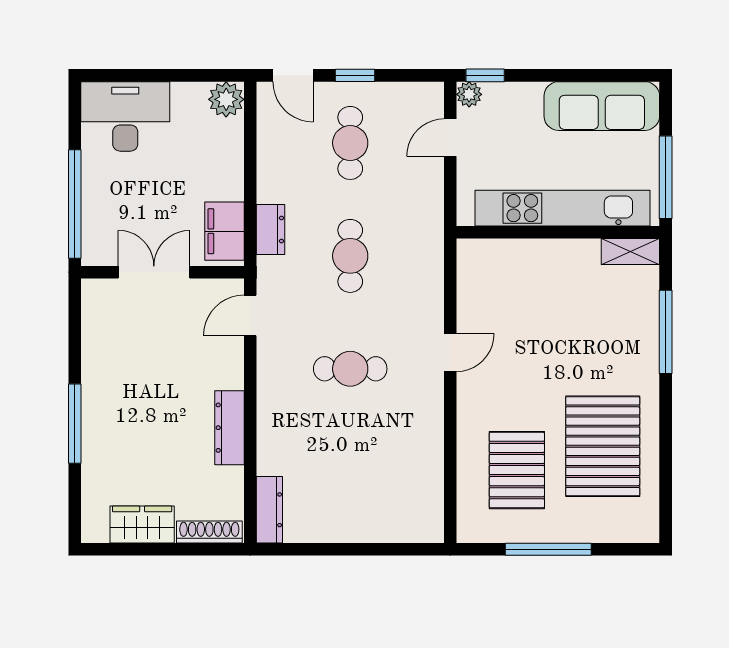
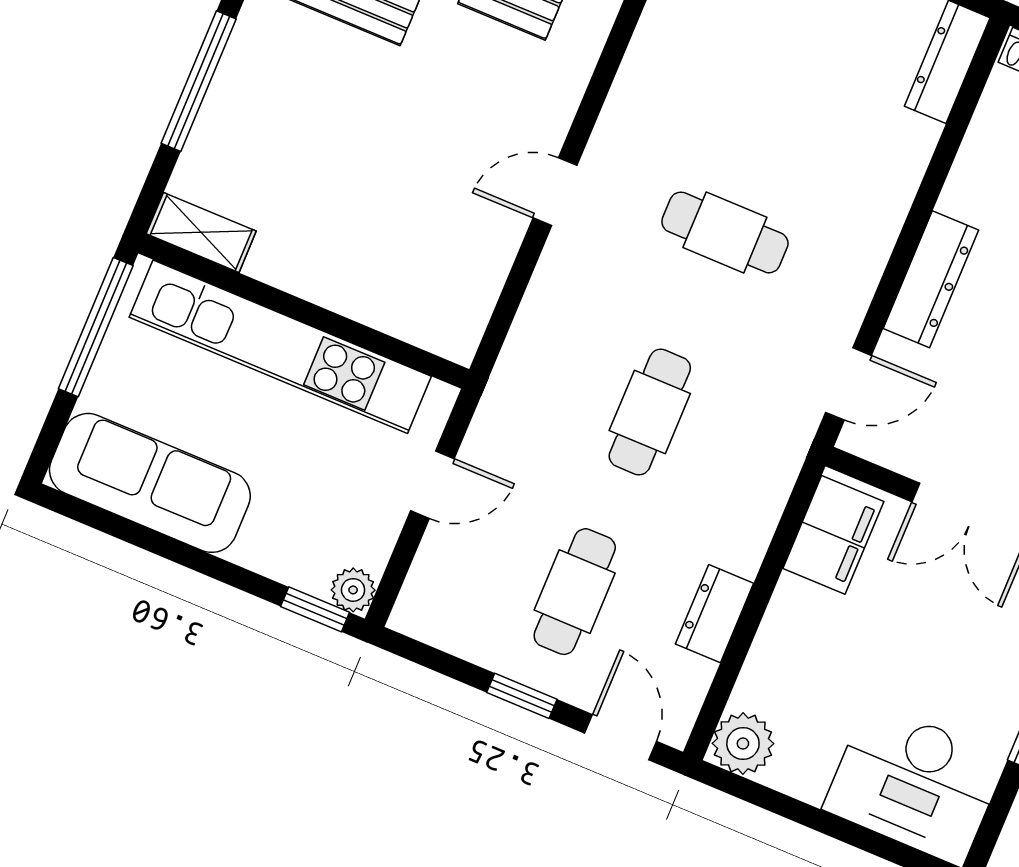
door: (450, 138) -> (432, 485), moved
dresser: (270, 230) -> (715, 614), moved
dresser: (230, 428) -> (931, 279), moved

